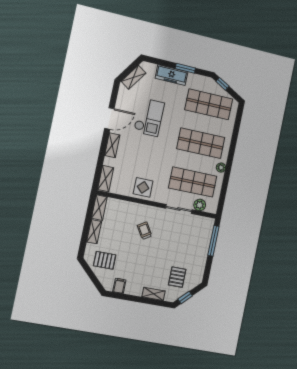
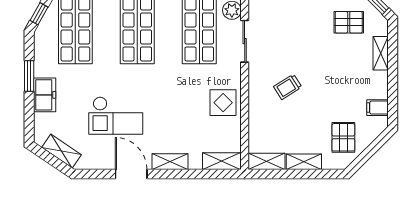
freezer: (171, 75) -> (45, 95), width x0.71
checkout: (149, 117) -> (116, 116), turned 180

